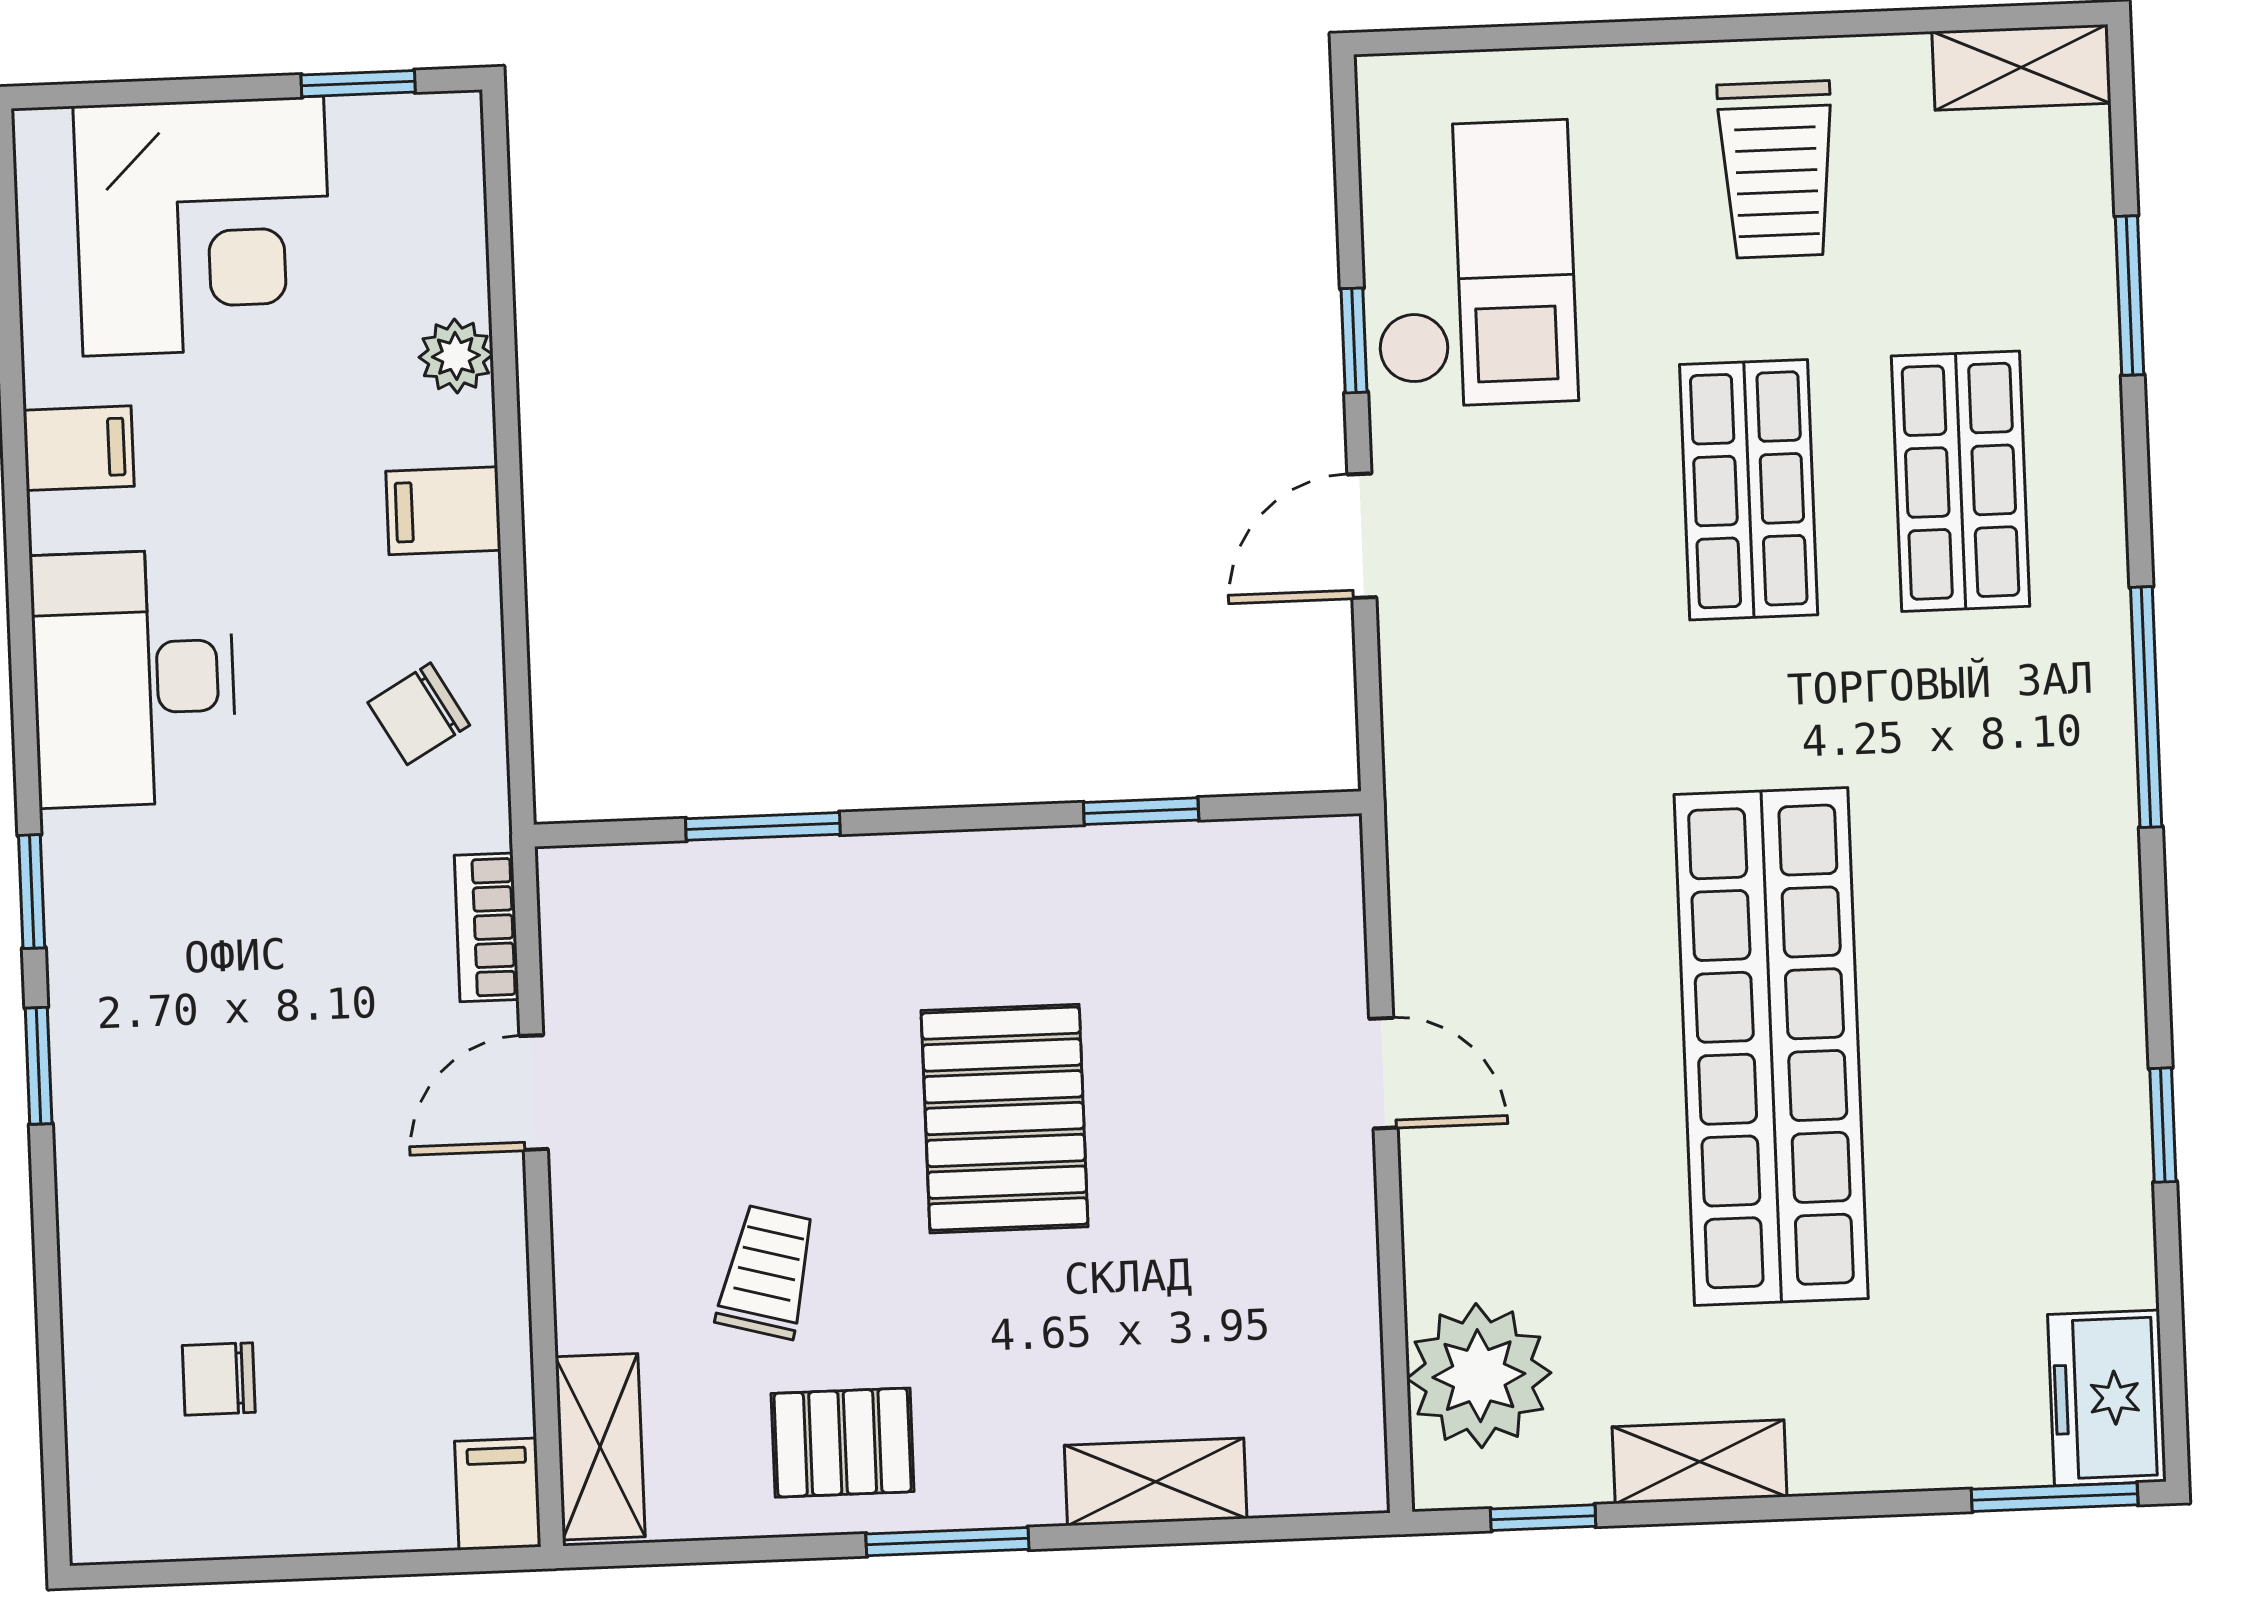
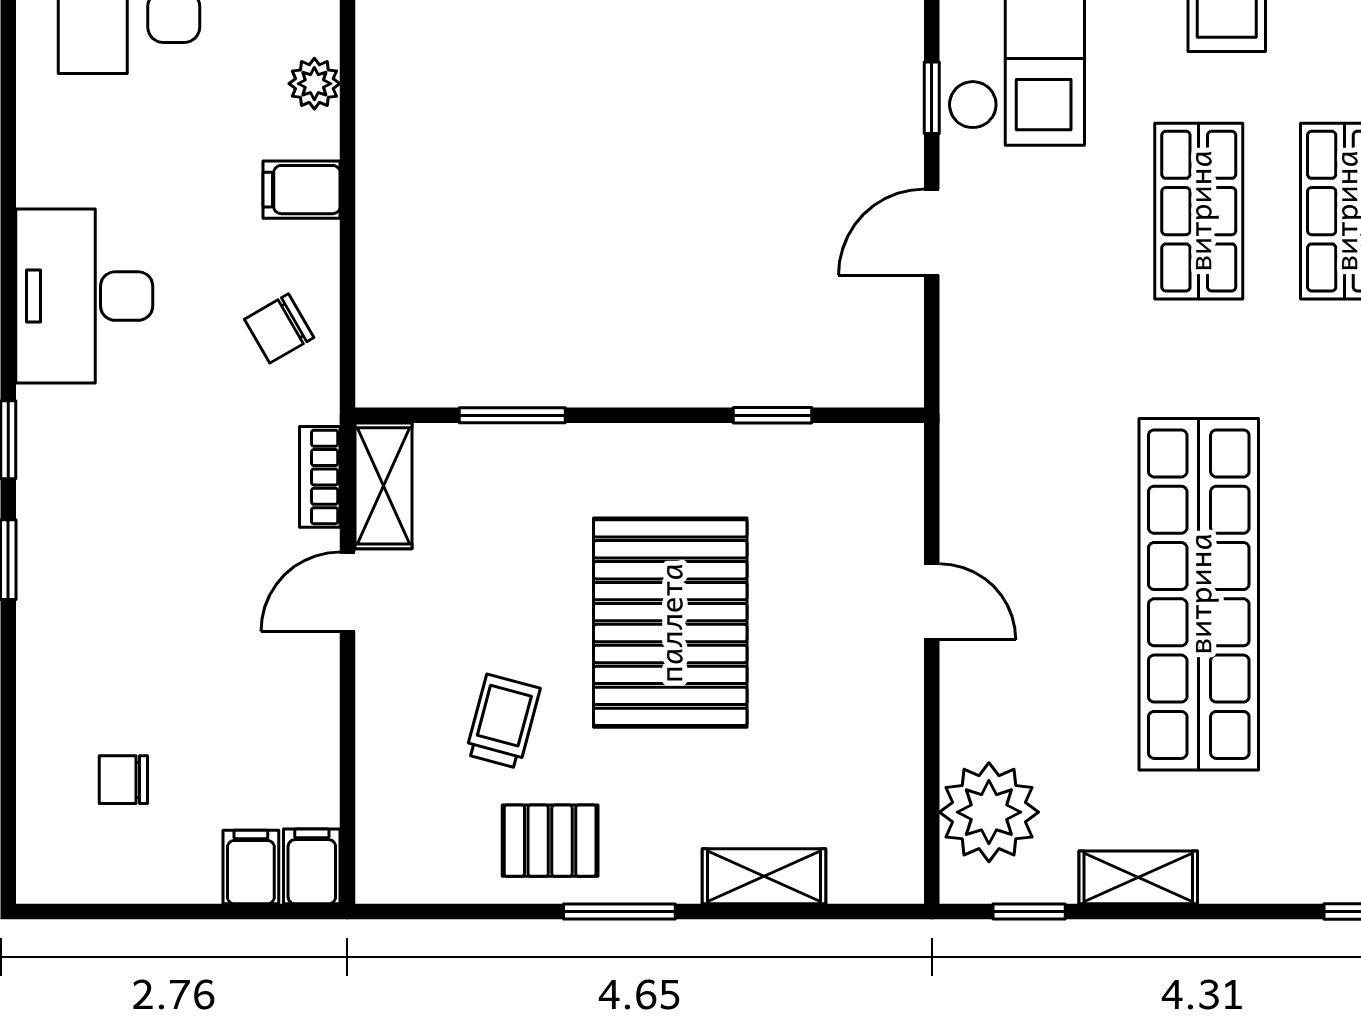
filing cabinet: (79, 448) -> (251, 867), moved, turned -90
pallet: (1005, 1119) -> (670, 623), width x1.37, depth x1.41
shelving: (600, 1447) -> (383, 486), moved

